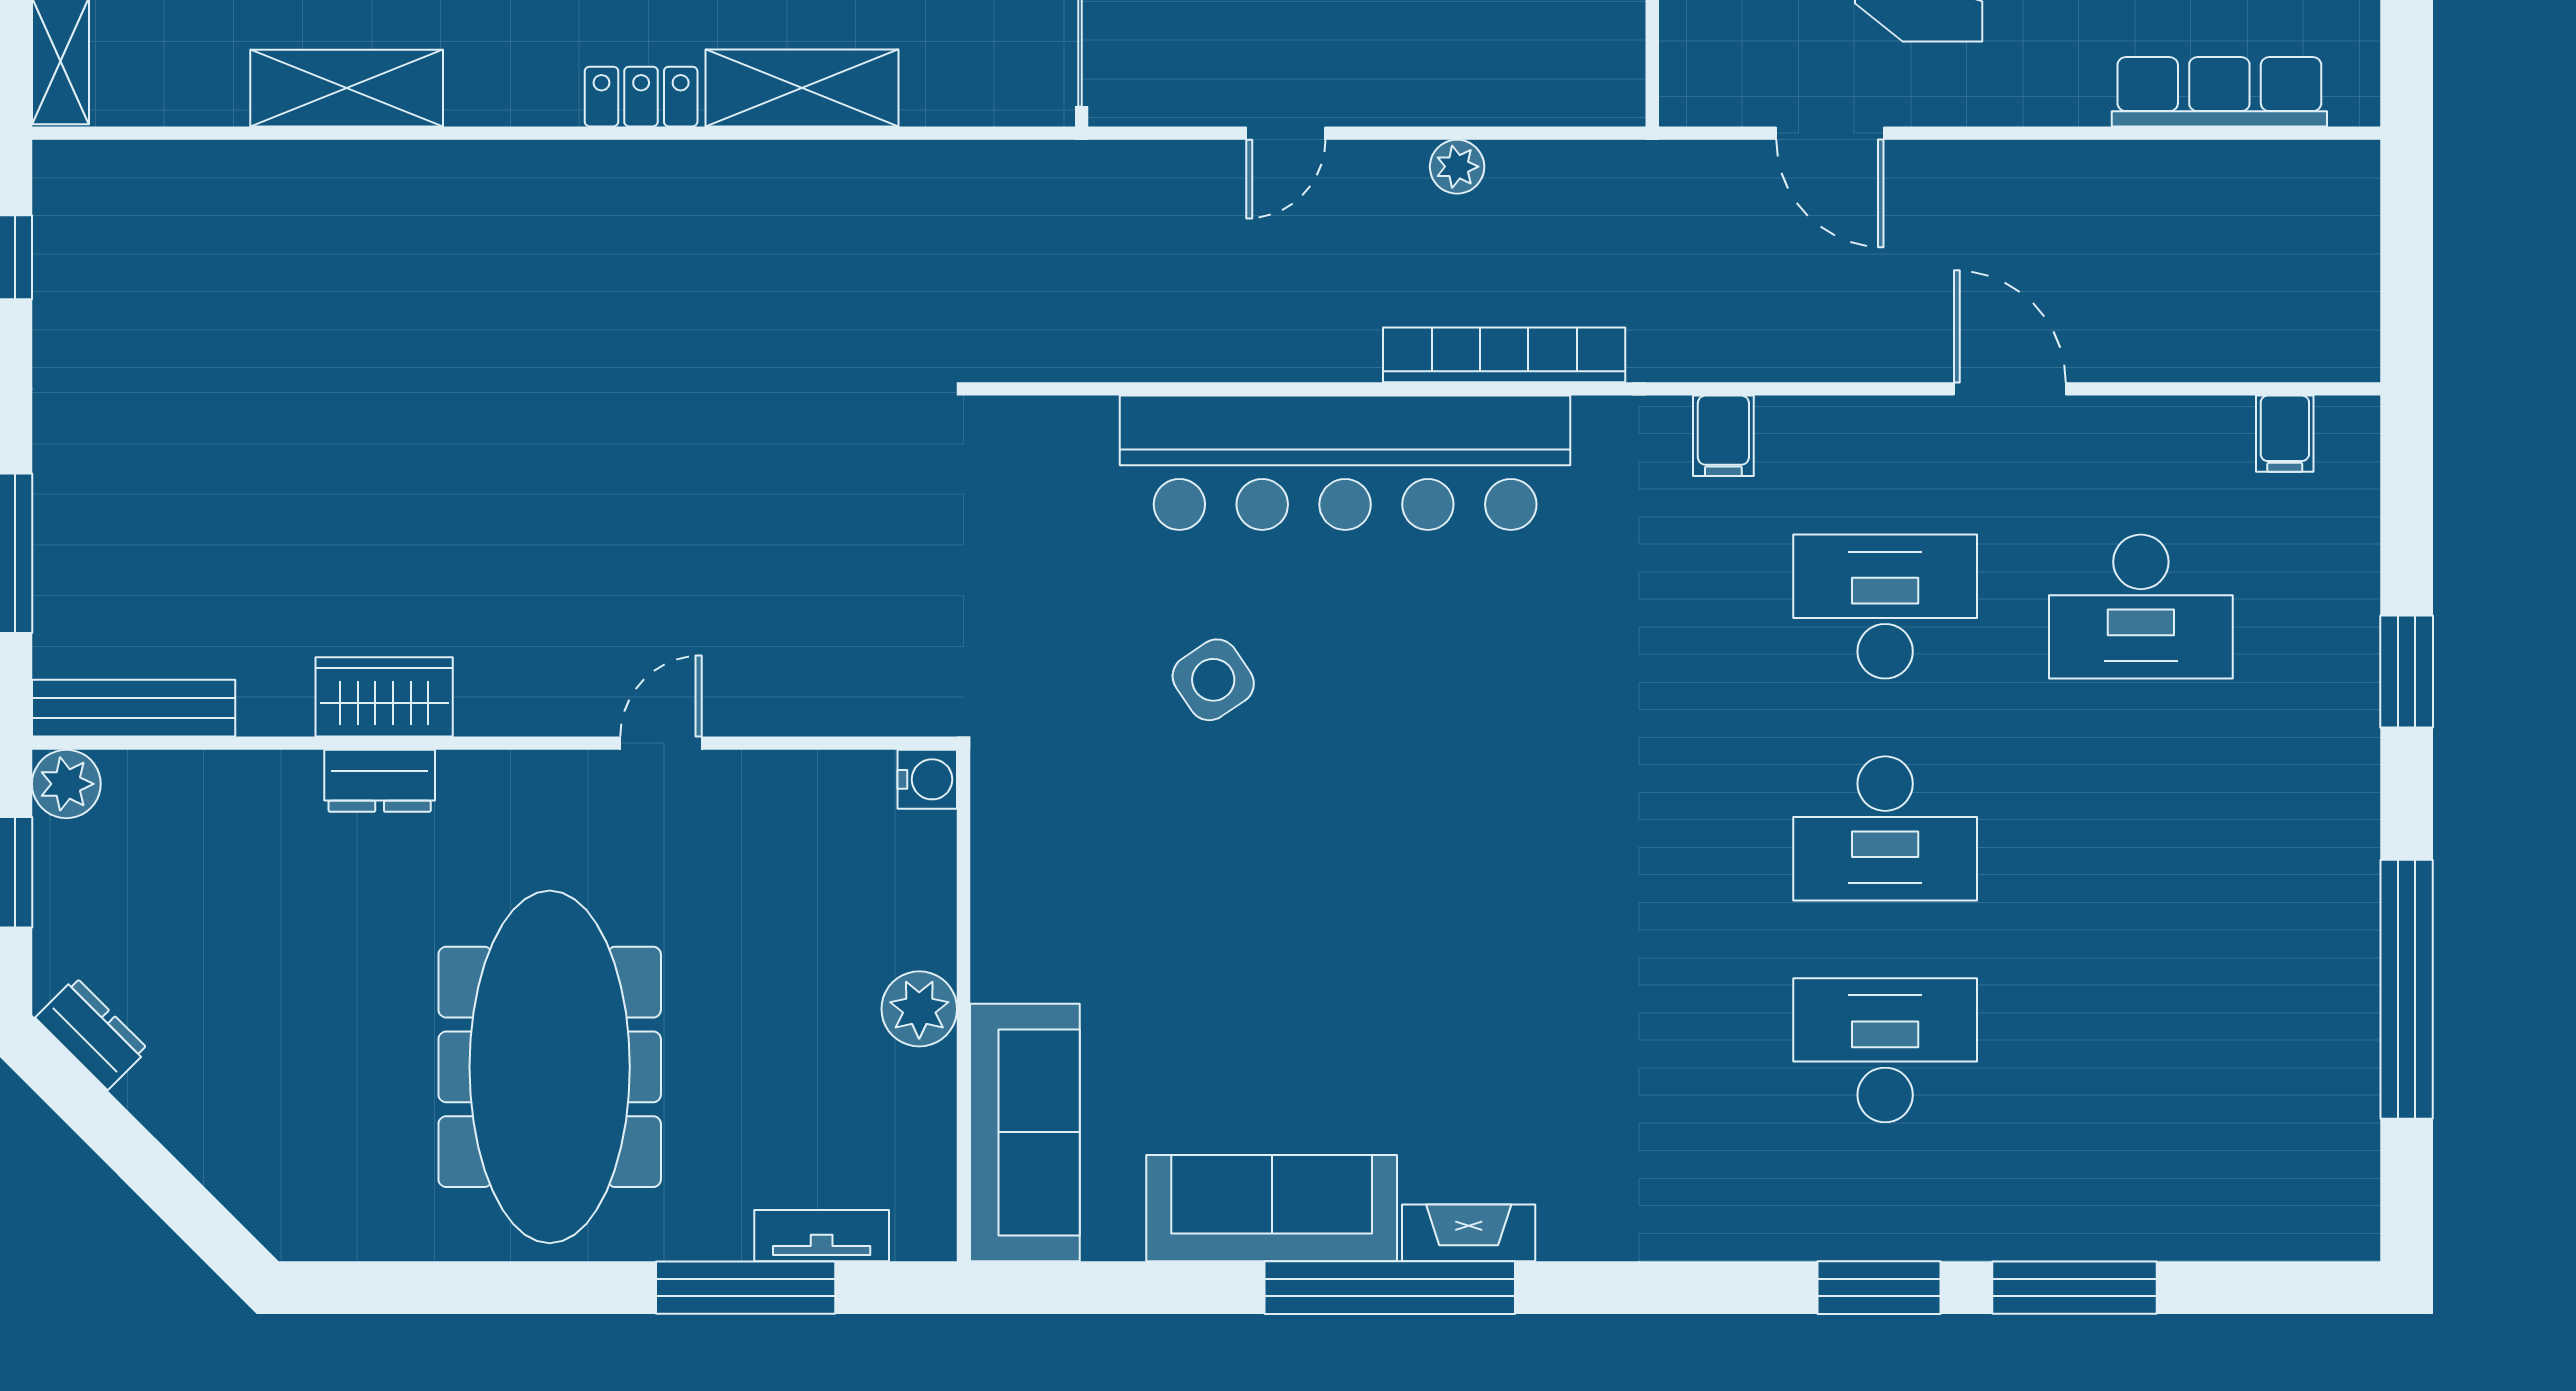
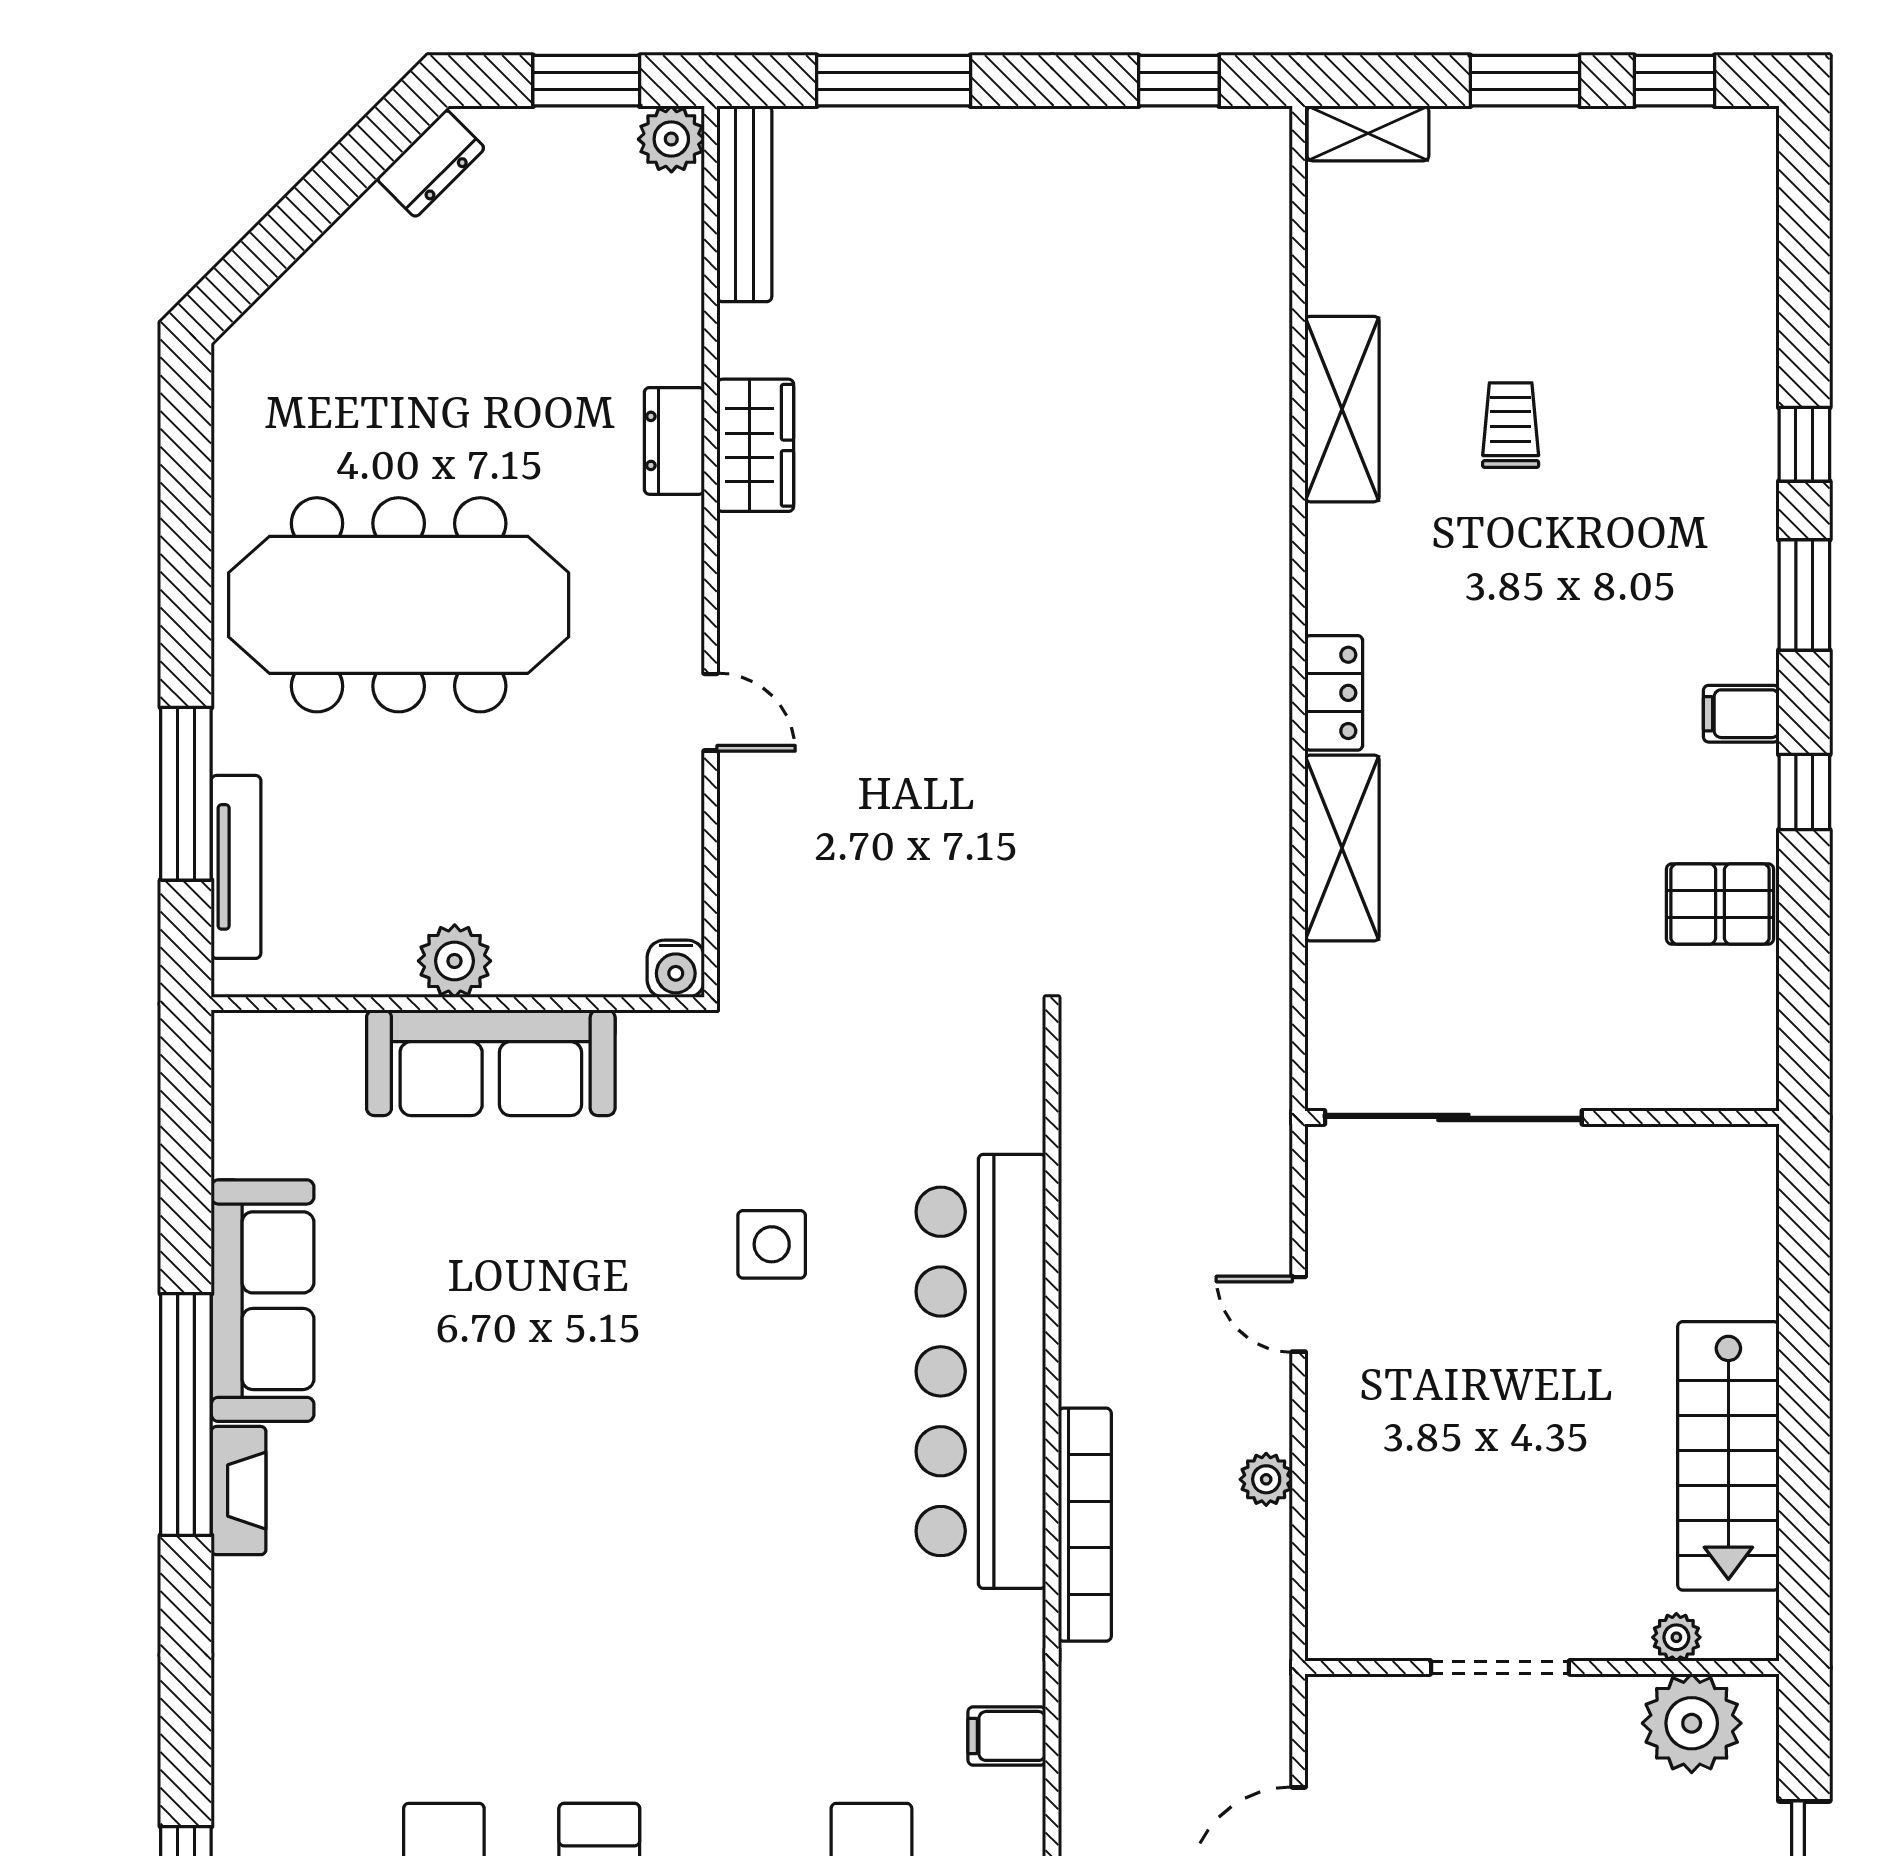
side table: (1213, 680) -> (772, 1244), turned 34
sofa: (1025, 1132) -> (491, 1063), moved
tv unit: (822, 1236) -> (236, 867), width x1.41

